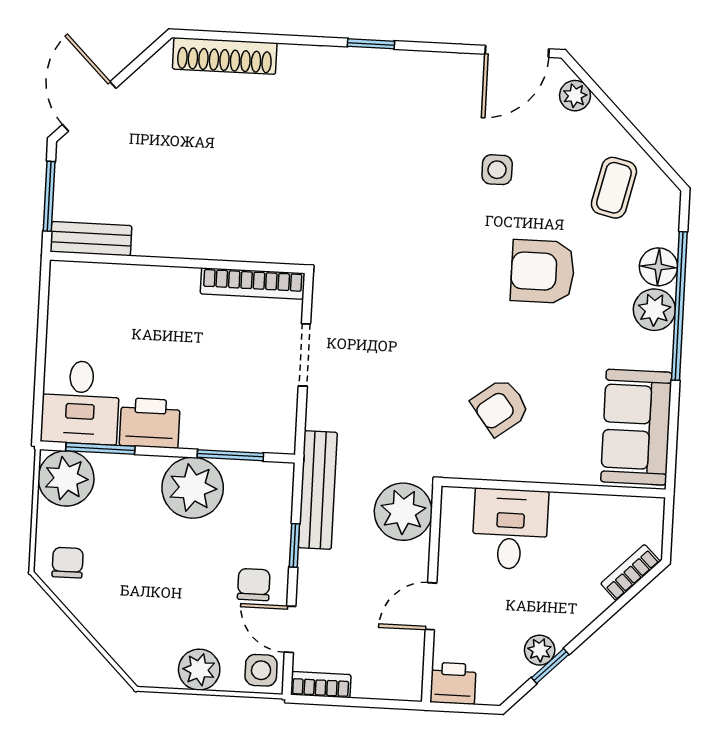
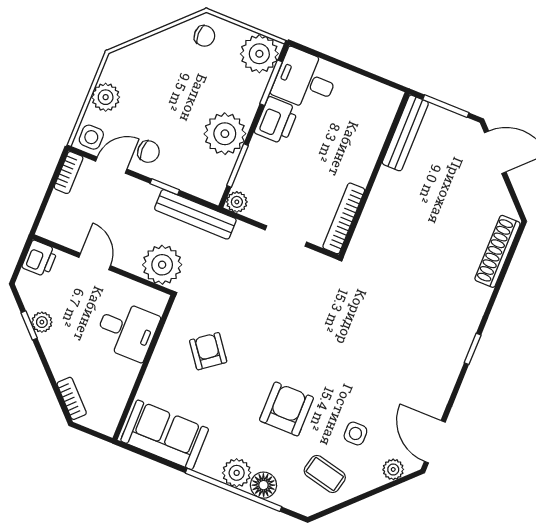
side table: (497, 170) -> (355, 433), moved
bench: (91, 239) -> (405, 133), width x1.36
plant: (281, 439) -> (237, 202), added

